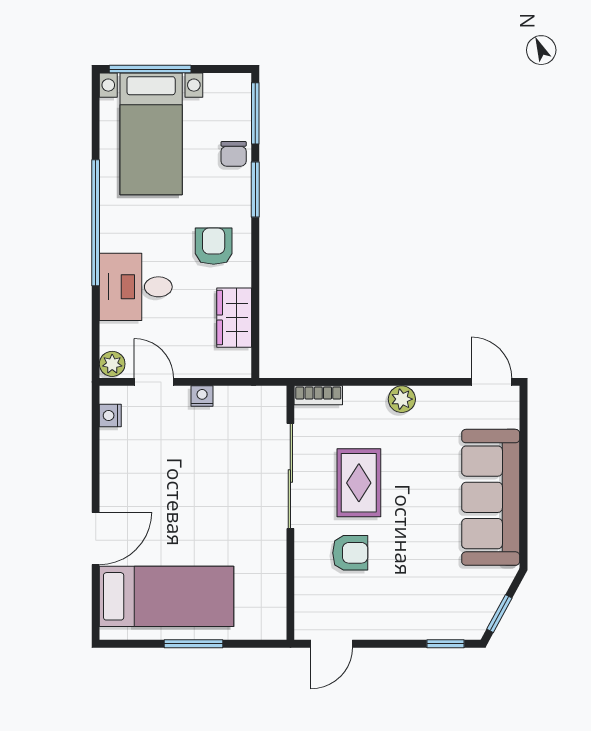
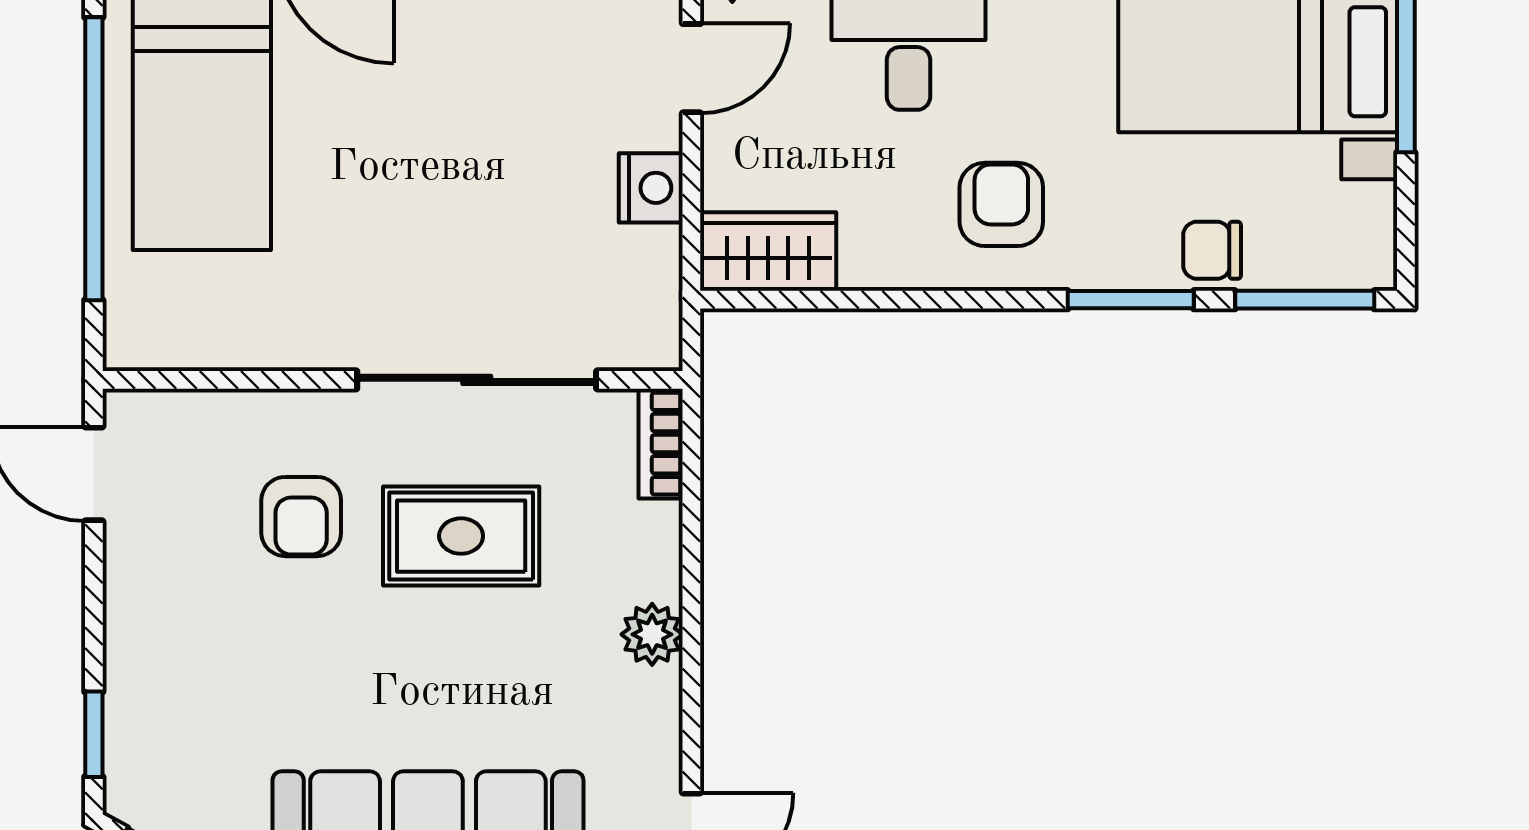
armchair: (214, 246) -> (1001, 204), turned -90
wardrobe: (234, 318) -> (768, 252), moved
nightstand: (202, 396) -> (651, 188), width x1.39, depth x1.35
window: (194, 644) -> (94, 159), width x2.11

